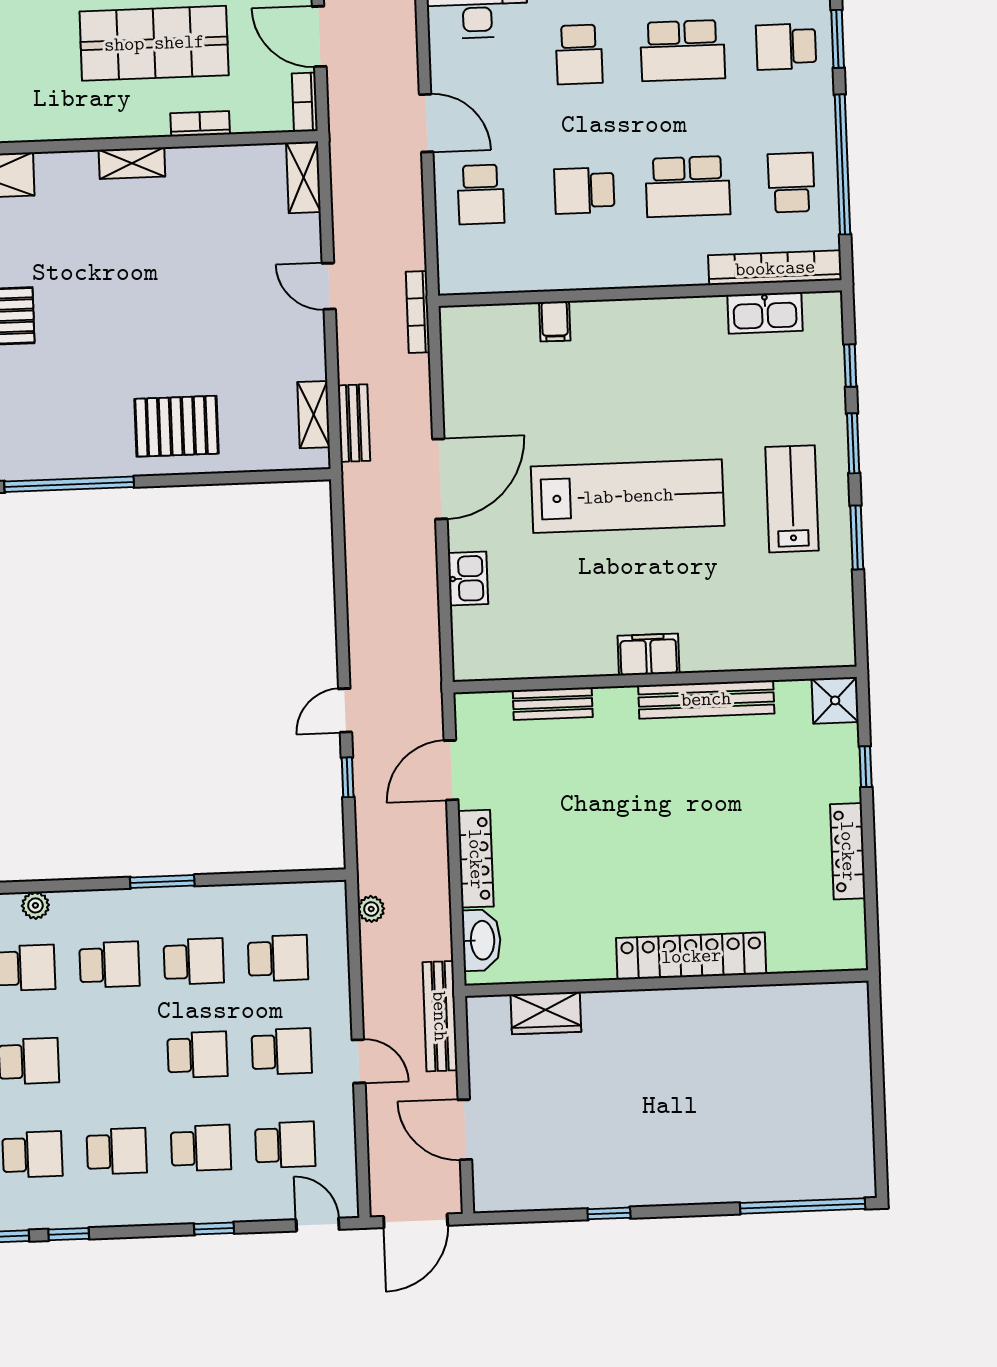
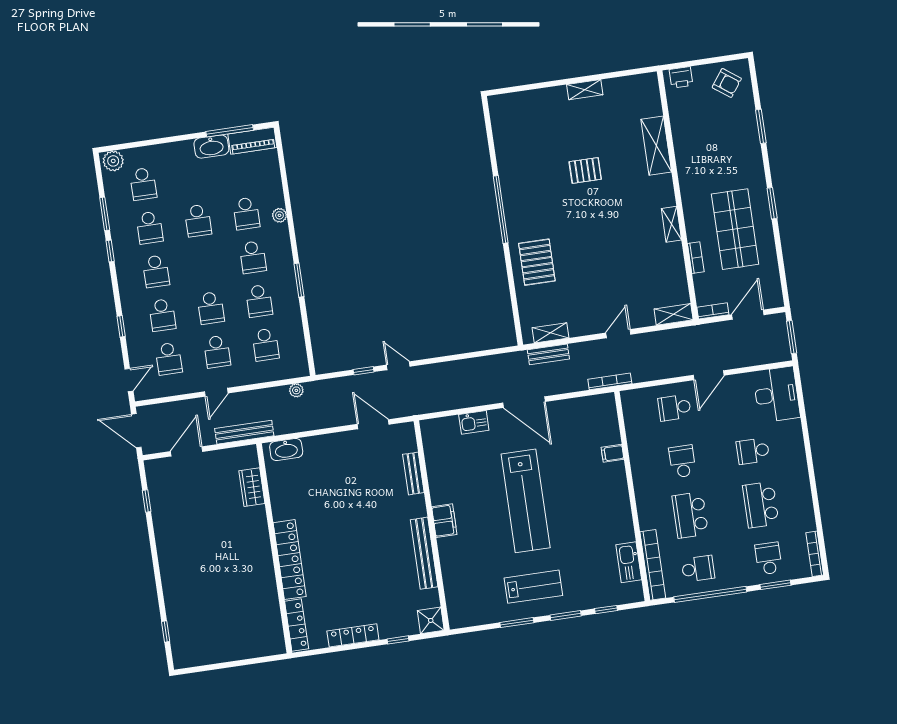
locker: (476, 859) -> (297, 625), moved, turned -90
window: (803, 1206) -> (166, 632), width x0.32
window: (609, 1213) -> (147, 501), moved

